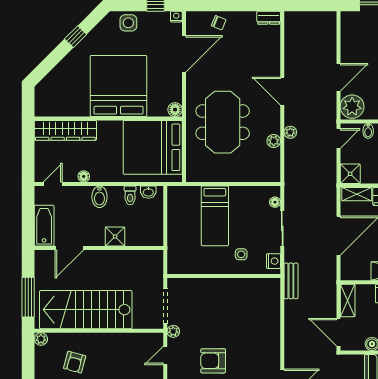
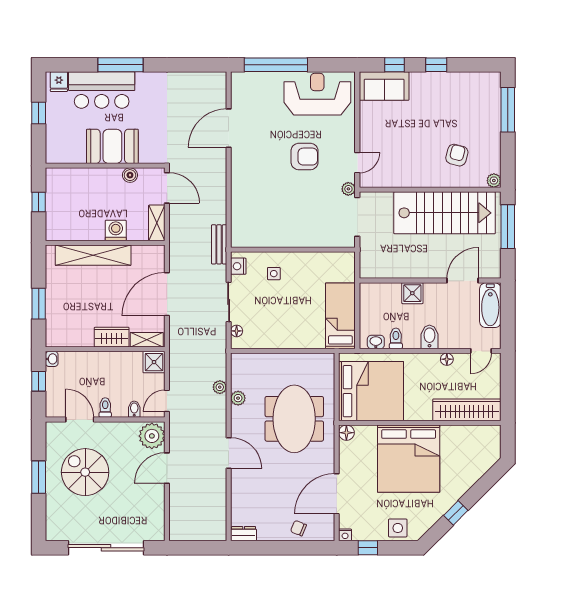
plant: (290, 132) -> (220, 387), moved
bed: (215, 216) -> (340, 316), moved

